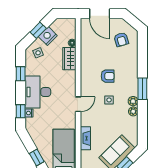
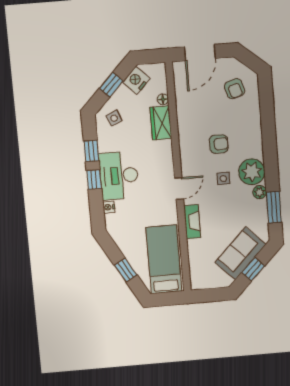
door: (100, 14) -> (200, 53), hinge flipped
nightstand: (48, 36) -> (136, 80), moved
window: (142, 89) -> (274, 207), moved
plant: (133, 101) -> (252, 172), width x1.87, depth x1.87
window: (21, 111) -> (94, 180), moved
fireplace: (85, 138) -> (192, 222), moved

